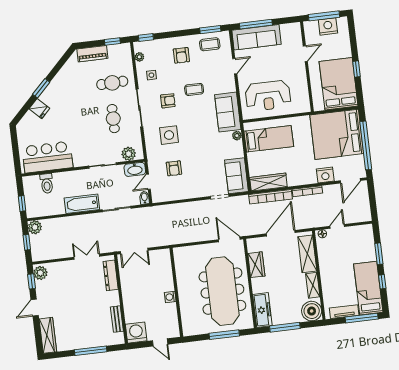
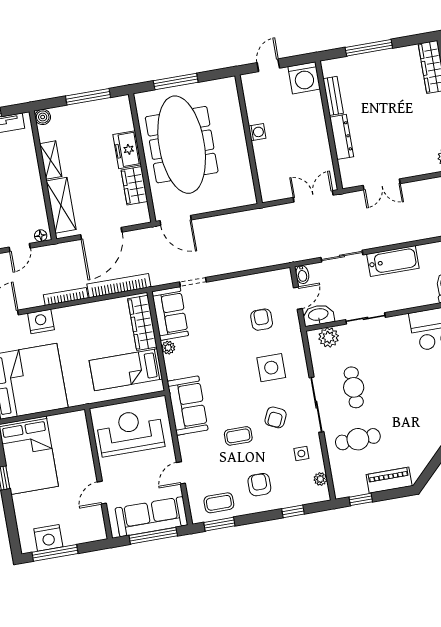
window: (146, 37) -> (293, 511), moved
door: (305, 54) -> (102, 493), moved
wall: (307, 67) -> (98, 474), moved
armchair: (168, 101) -> (276, 417), turned -65
plant: (237, 136) -> (168, 348), moved
wardrobe: (268, 182) -> (142, 323), moved, turned 90
dresser: (111, 275) -> (342, 137), moved
freezer: (262, 310) -> (127, 150), moved, width x0.71
boiler: (312, 311) -> (43, 117), width x0.54, depth x0.54
door: (160, 342) -> (268, 65), hinge flipped

